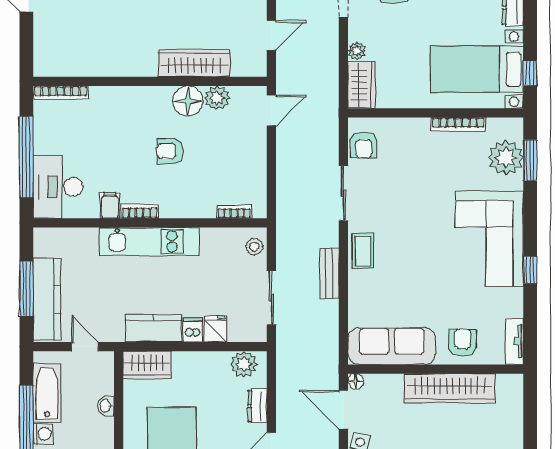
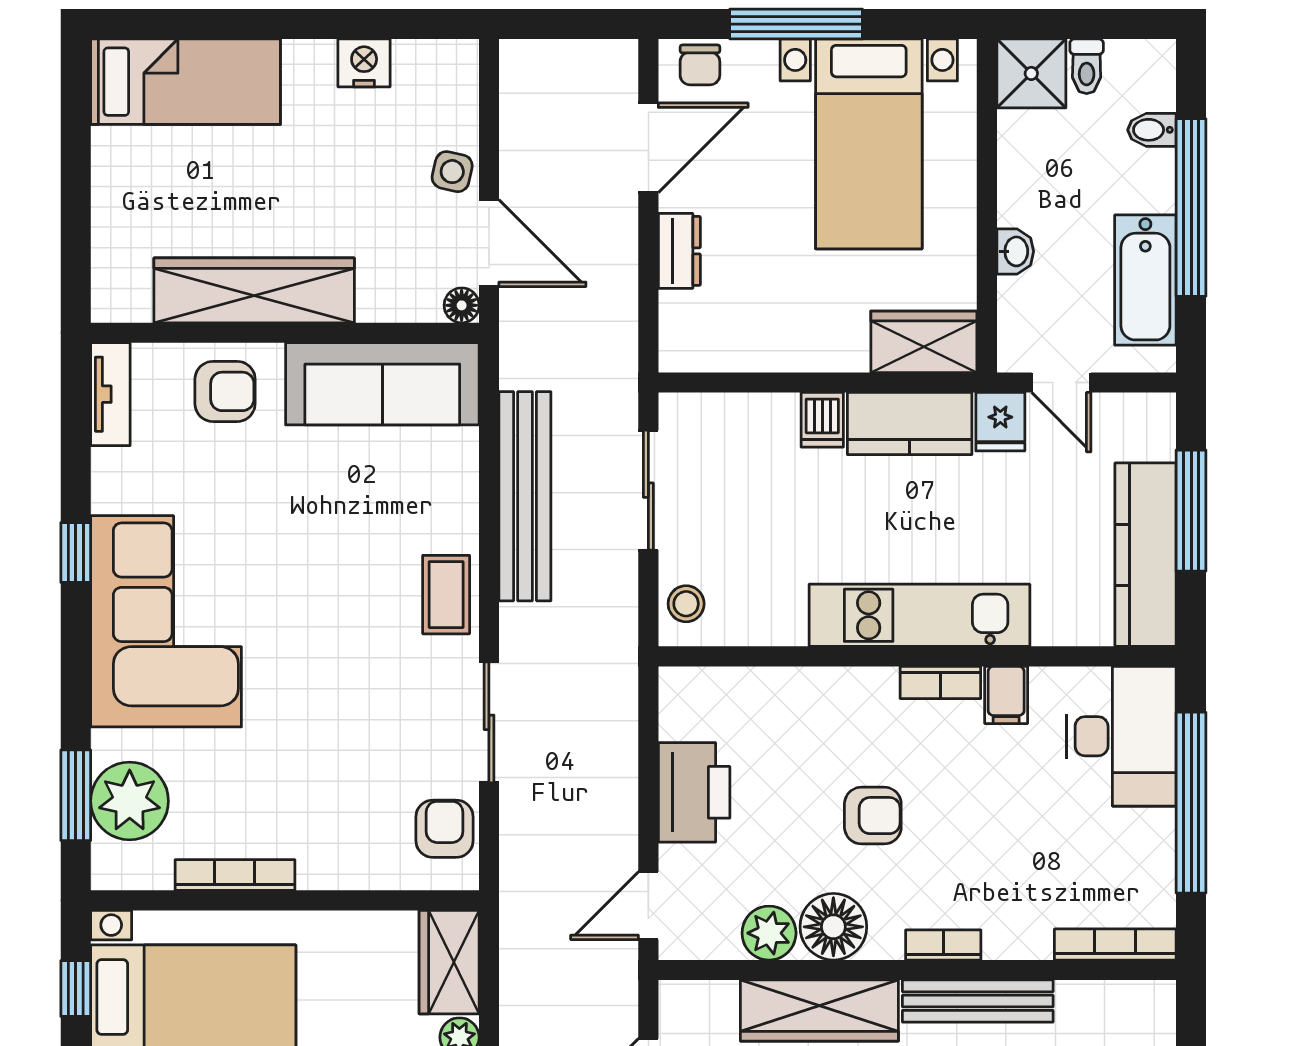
bench: (123, 67) -> (978, 1001), added
printer: (251, 162) -> (694, 792), added
bookcase: (234, 212) -> (943, 945), moved, turned 180
bench: (329, 273) -> (525, 496), width x1.86, depth x1.21
kitchen counter: (47, 299) -> (1146, 555), moved
fridge: (215, 329) -> (1000, 422), moved
armchair: (463, 343) -> (225, 391), turned -91
plant: (244, 364) -> (710, 344), removed
washing machine: (43, 434) -> (1154, 189), removed

